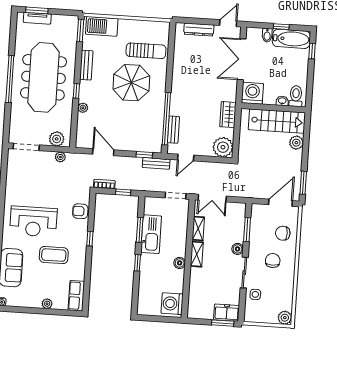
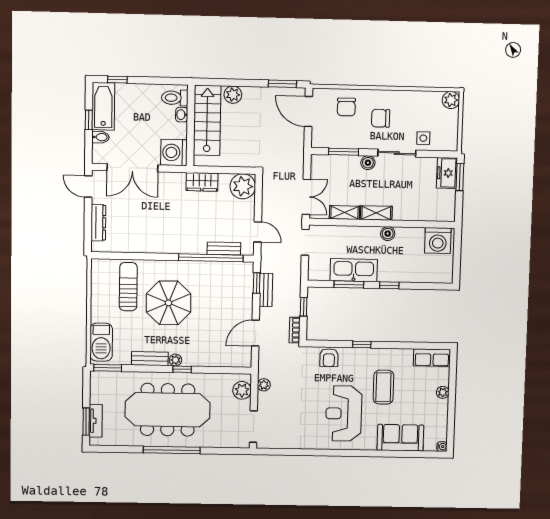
plant: (83, 108) -> (175, 360), moved
bench: (156, 163) -> (266, 290), moved
reception desk: (33, 221) -> (344, 414), turned 180

